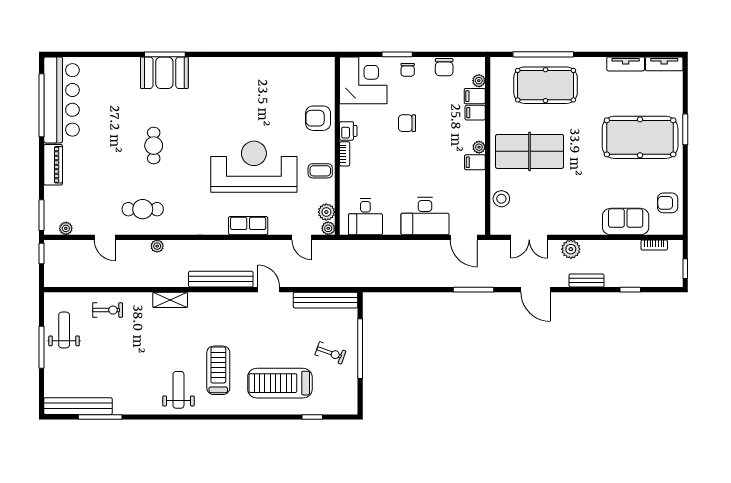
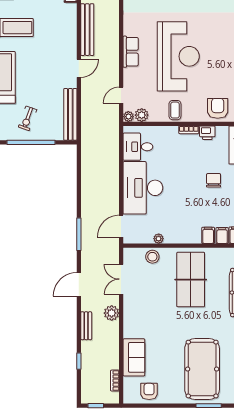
plant: (479, 147) -> (159, 239), moved
filing cabinet: (475, 162) -> (208, 235), moved
desk: (425, 216) -> (143, 188), width x1.36, depth x1.30

